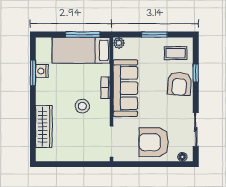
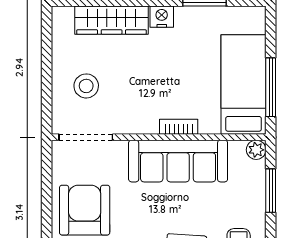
window: (154, 35) -> (271, 191), moved
nightstand: (42, 71) -> (162, 17), moved
stool: (82, 106) -> (86, 86), moved

